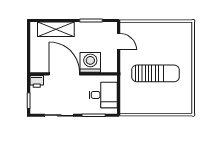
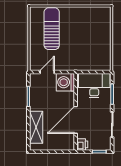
washing machine: (90, 62) -> (65, 82), moved
sun lounger: (155, 73) -> (52, 29), moved
desk: (103, 95) -> (94, 86), width x1.37

